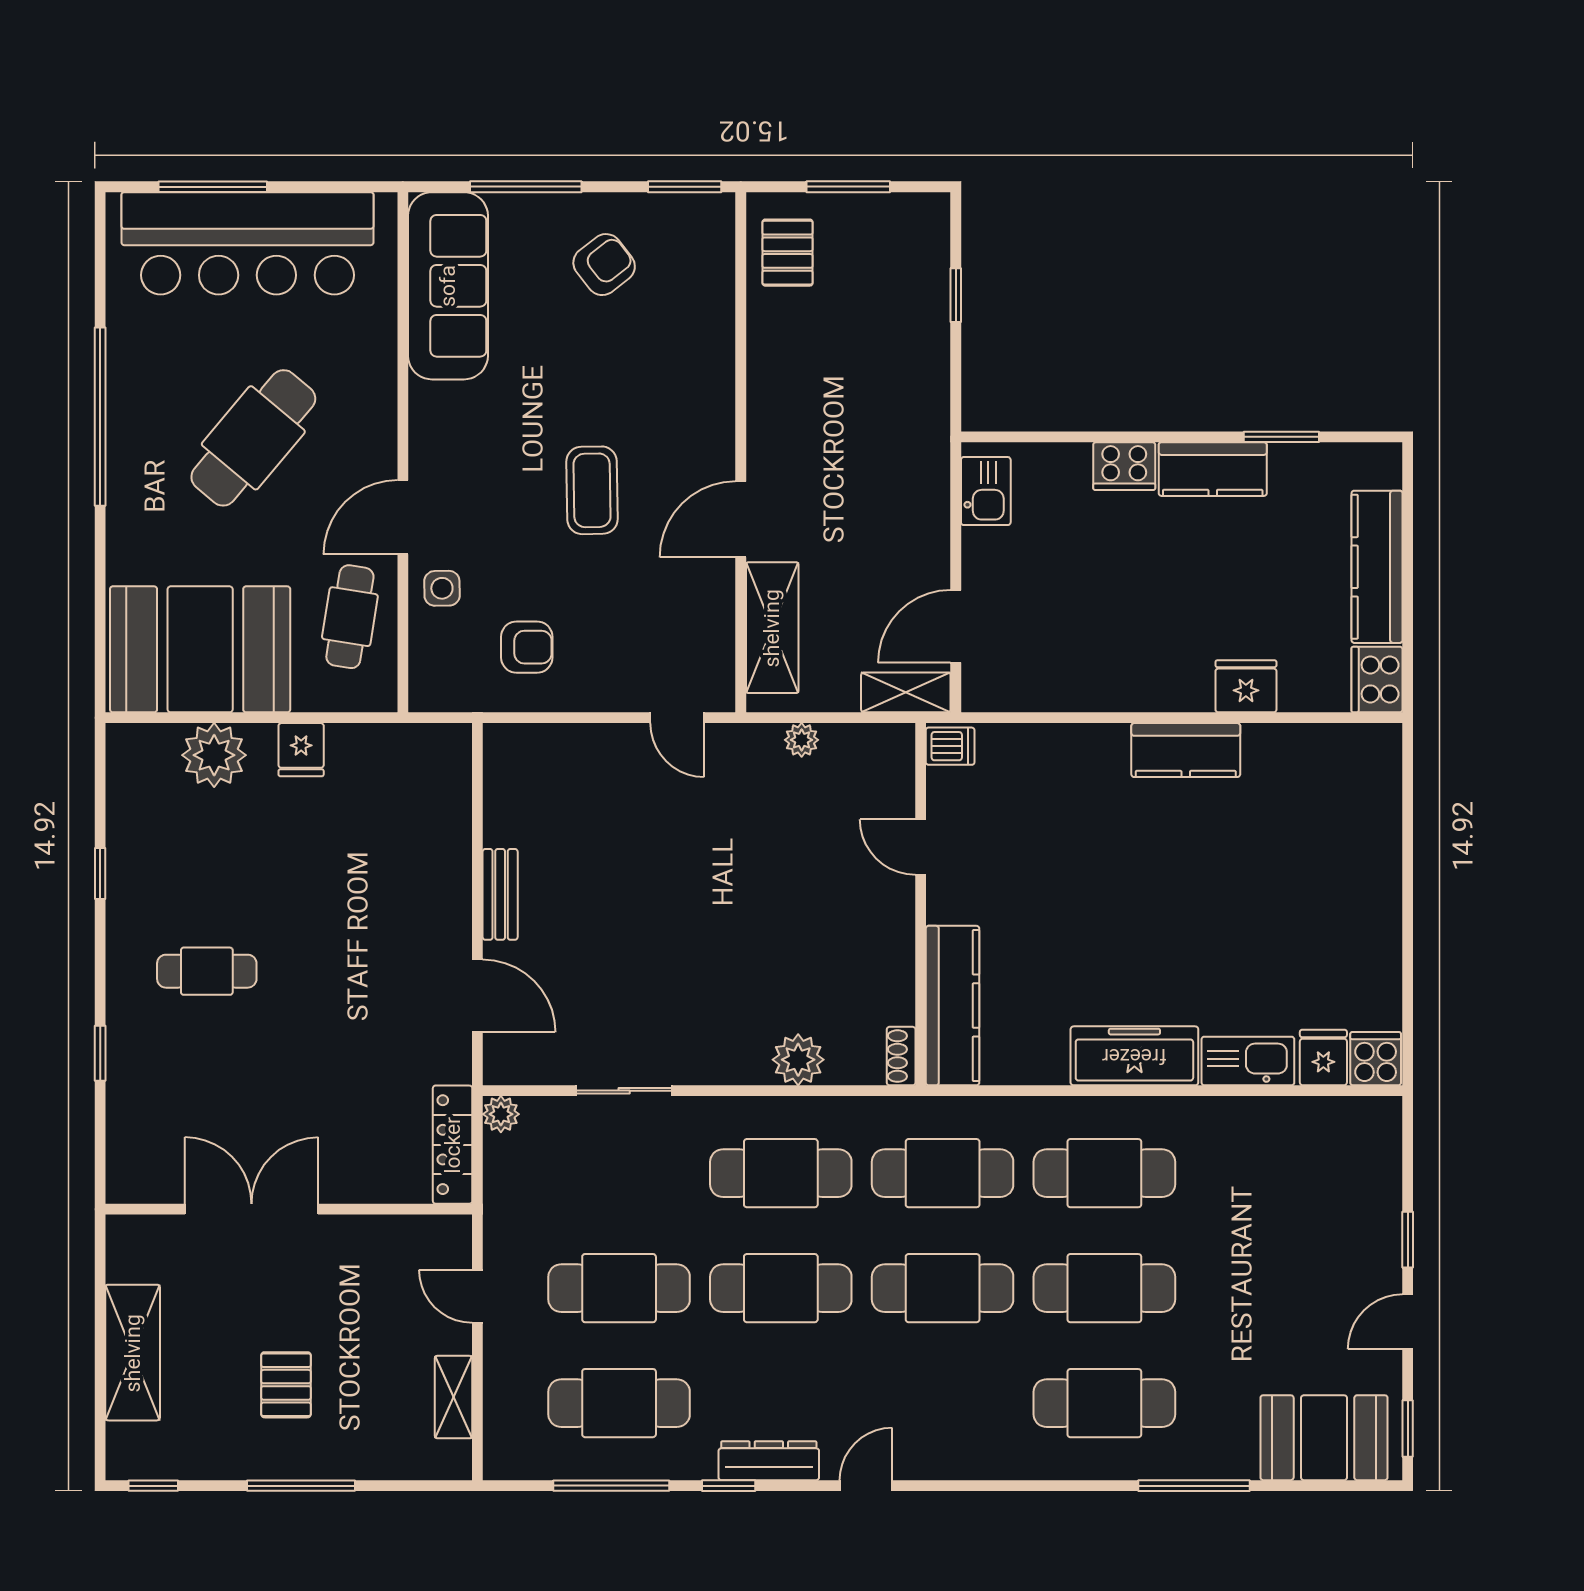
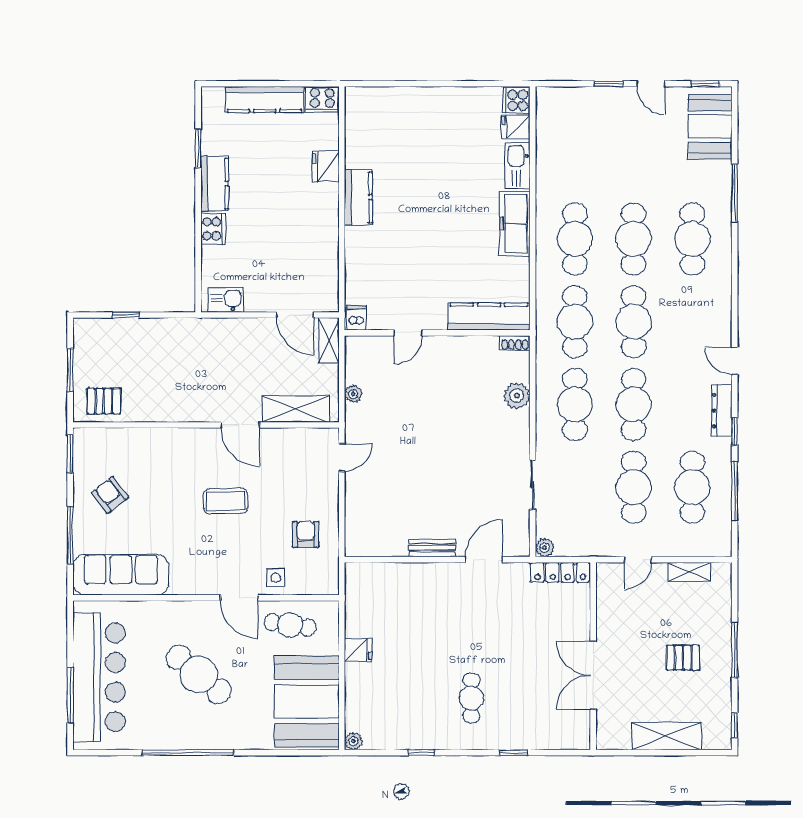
plant: (214, 755) -> (353, 741), moved, width x0.53, depth x0.53

